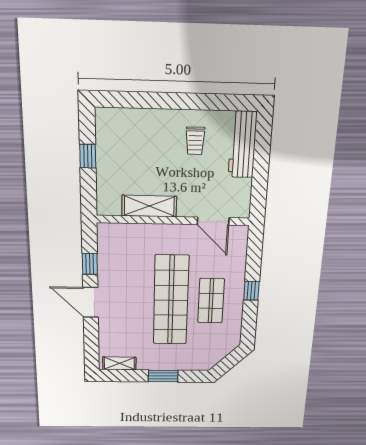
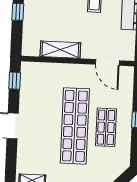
window: (90, 264) -> (15, 81), moved

